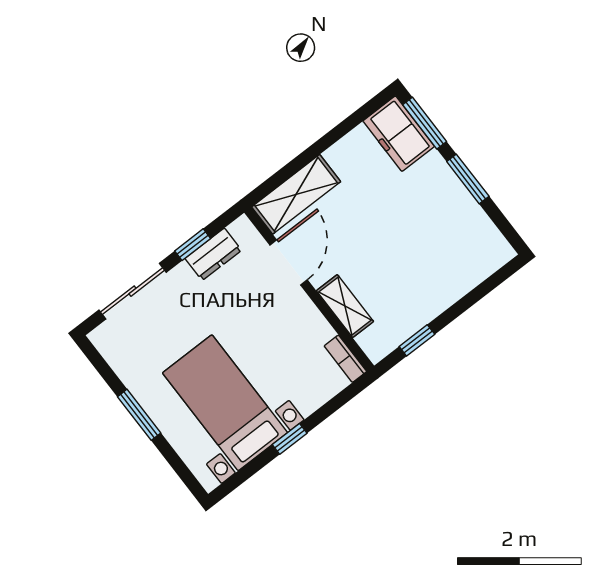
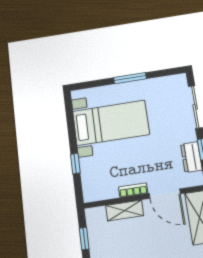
bookcase: (345, 359) -> (133, 190), moved
window: (290, 439) -> (75, 164), moved

